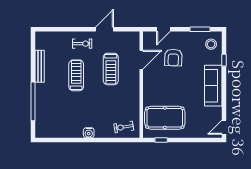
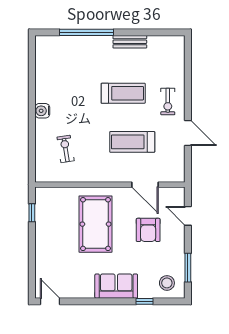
armchair: (173, 58) -> (148, 230), turned -92
bench: (40, 66) -> (130, 42), width x0.73
sofa: (213, 86) -> (116, 286), width x0.73
pool table: (165, 118) -> (96, 224), moved
exercise bike: (124, 127) -> (66, 149), moved

